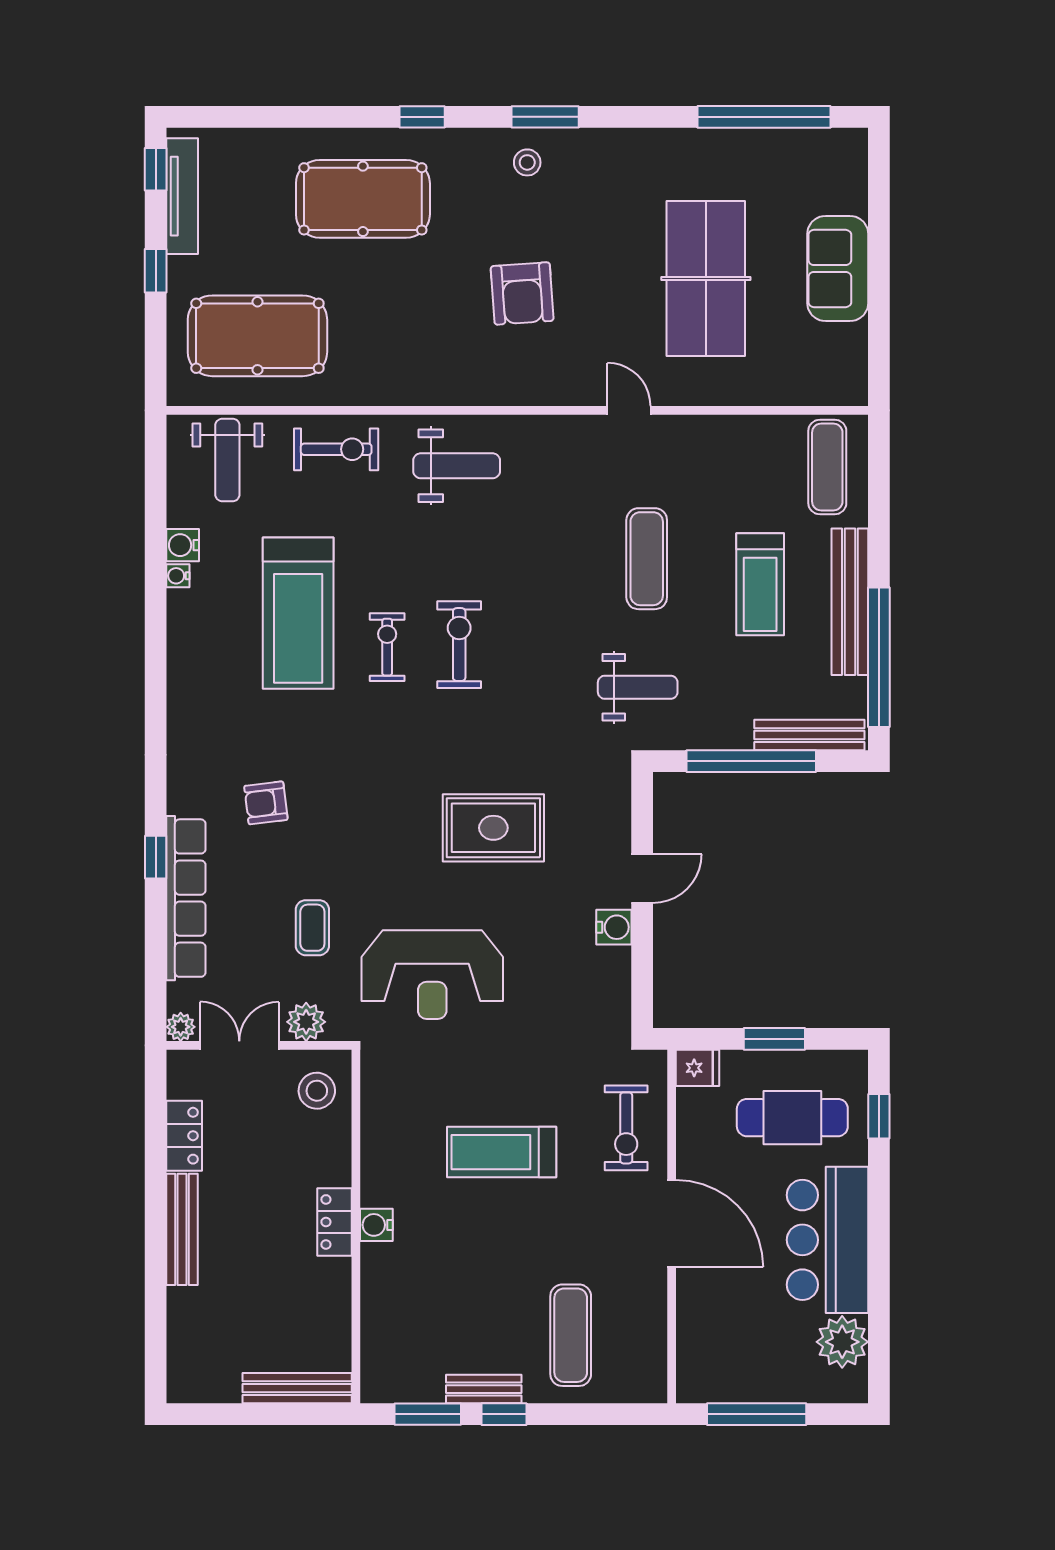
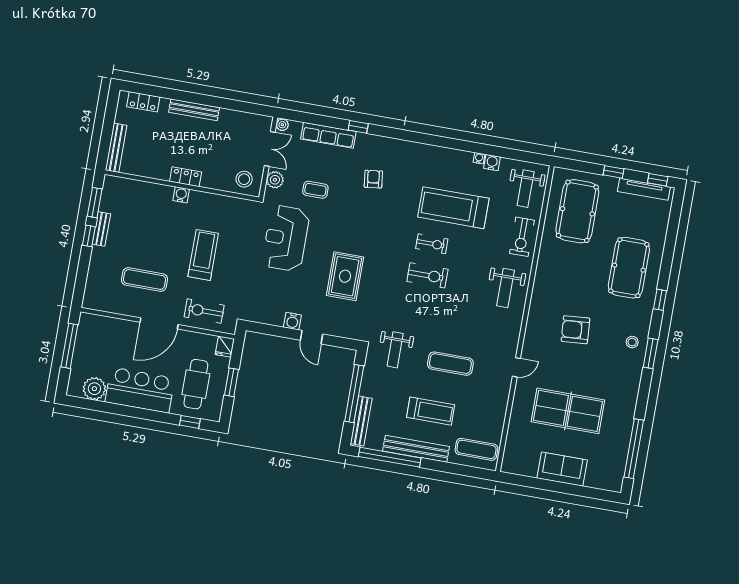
weight bench: (227, 460) -> (526, 189), turned -90
treadmill: (760, 584) -> (431, 411), turned 180
row of seats: (186, 898) -> (328, 135), width x0.73
locker: (184, 1136) -> (143, 102), moved
exercise mat: (571, 1335) -> (144, 279), moved

